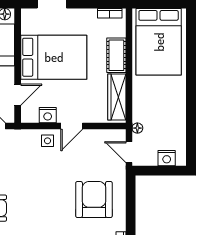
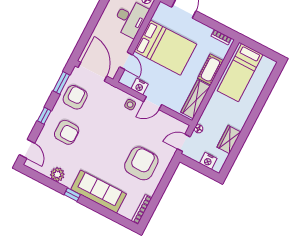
bed: (159, 42) -> (240, 73), width x0.67
door: (18, 95) -> (126, 61), hinge flipped
wardrobe: (177, 123) -> (229, 140), added
door: (129, 152) -> (184, 143), hinge flipped

